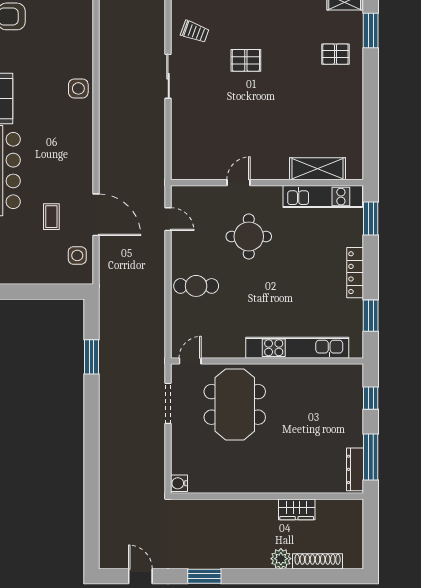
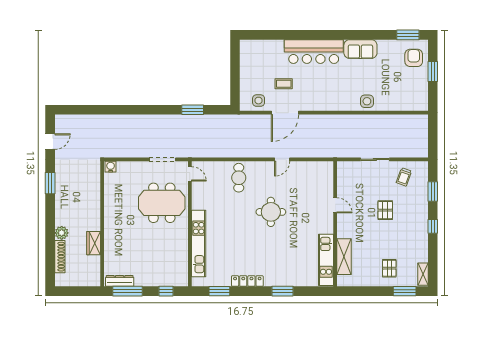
shelving: (318, 169) -> (344, 257), moved
door: (239, 183) -> (335, 205), moved
wall: (267, 183) -> (335, 224), moved
kitchen unit: (323, 197) -> (326, 260), moved

